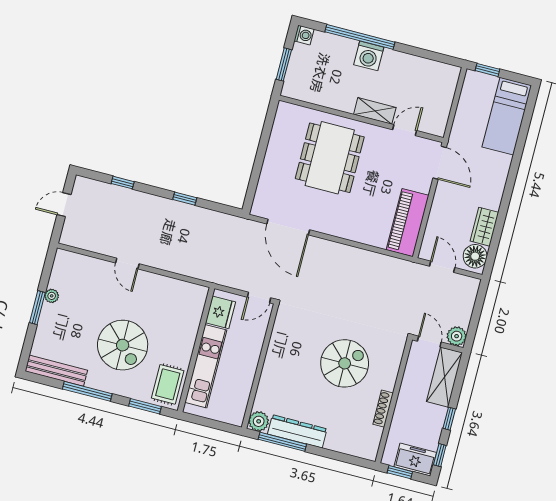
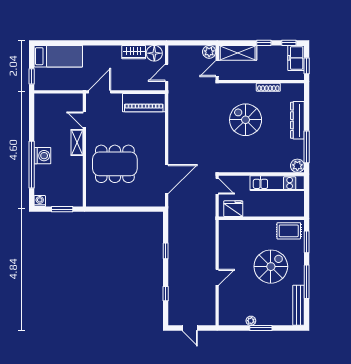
kitchen unit: (206, 366) -> (277, 183), moved, turned 180
dresser: (297, 431) -> (297, 120), moved

